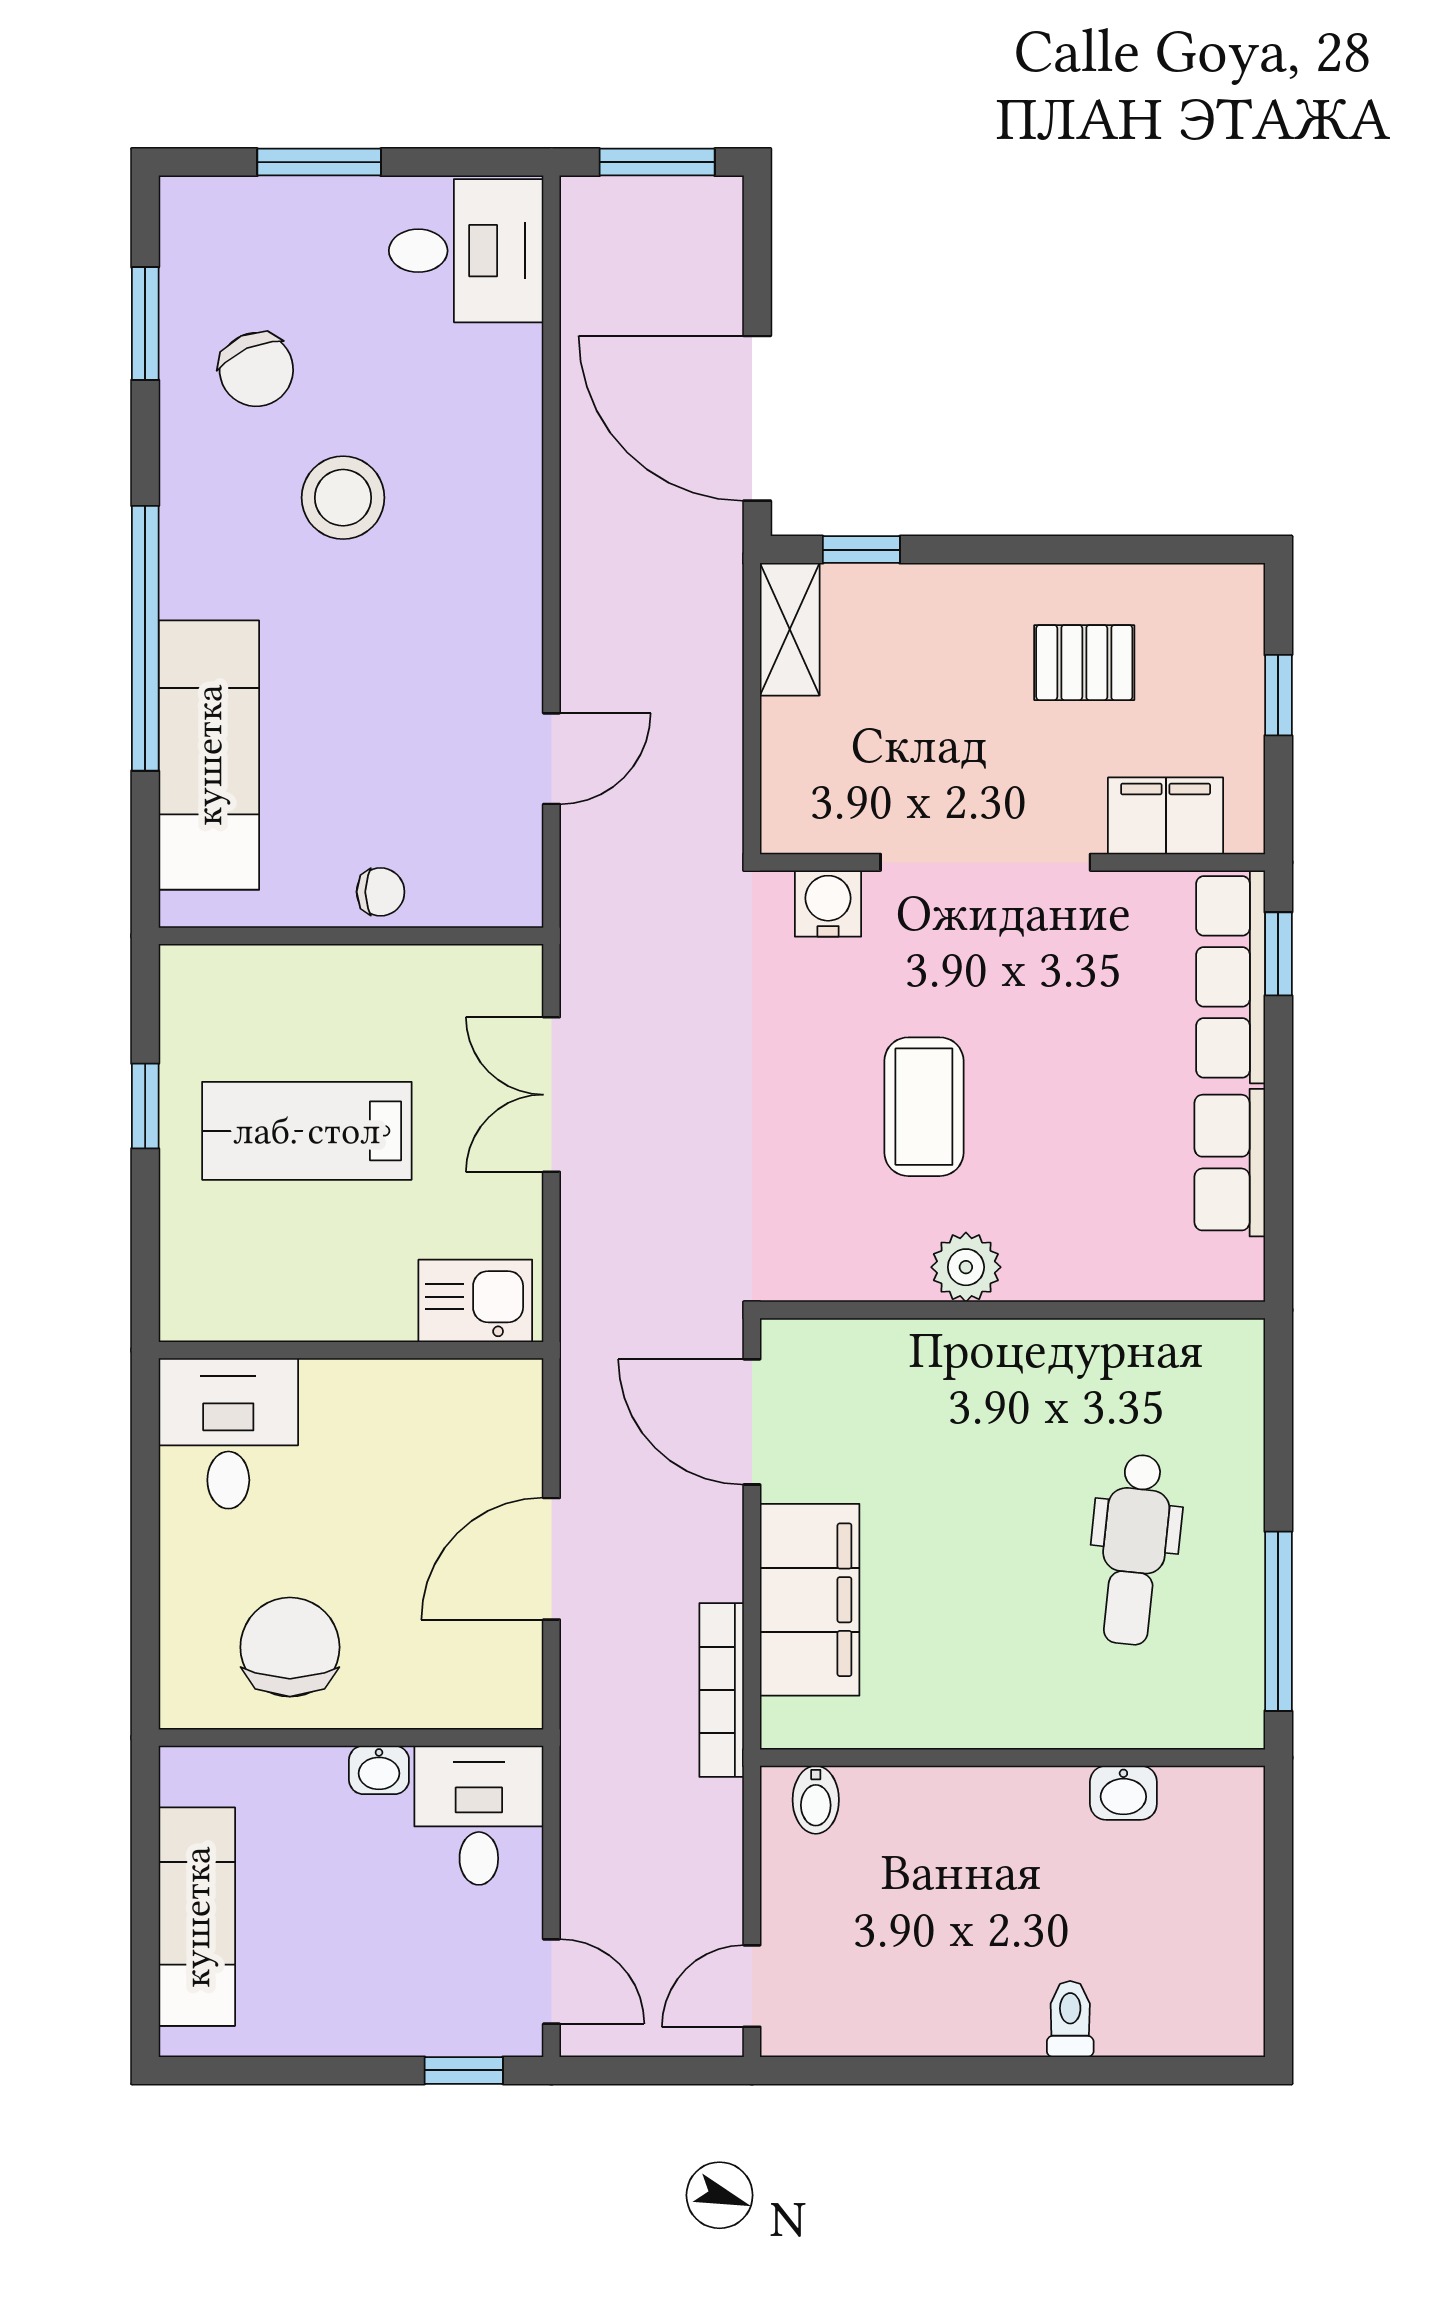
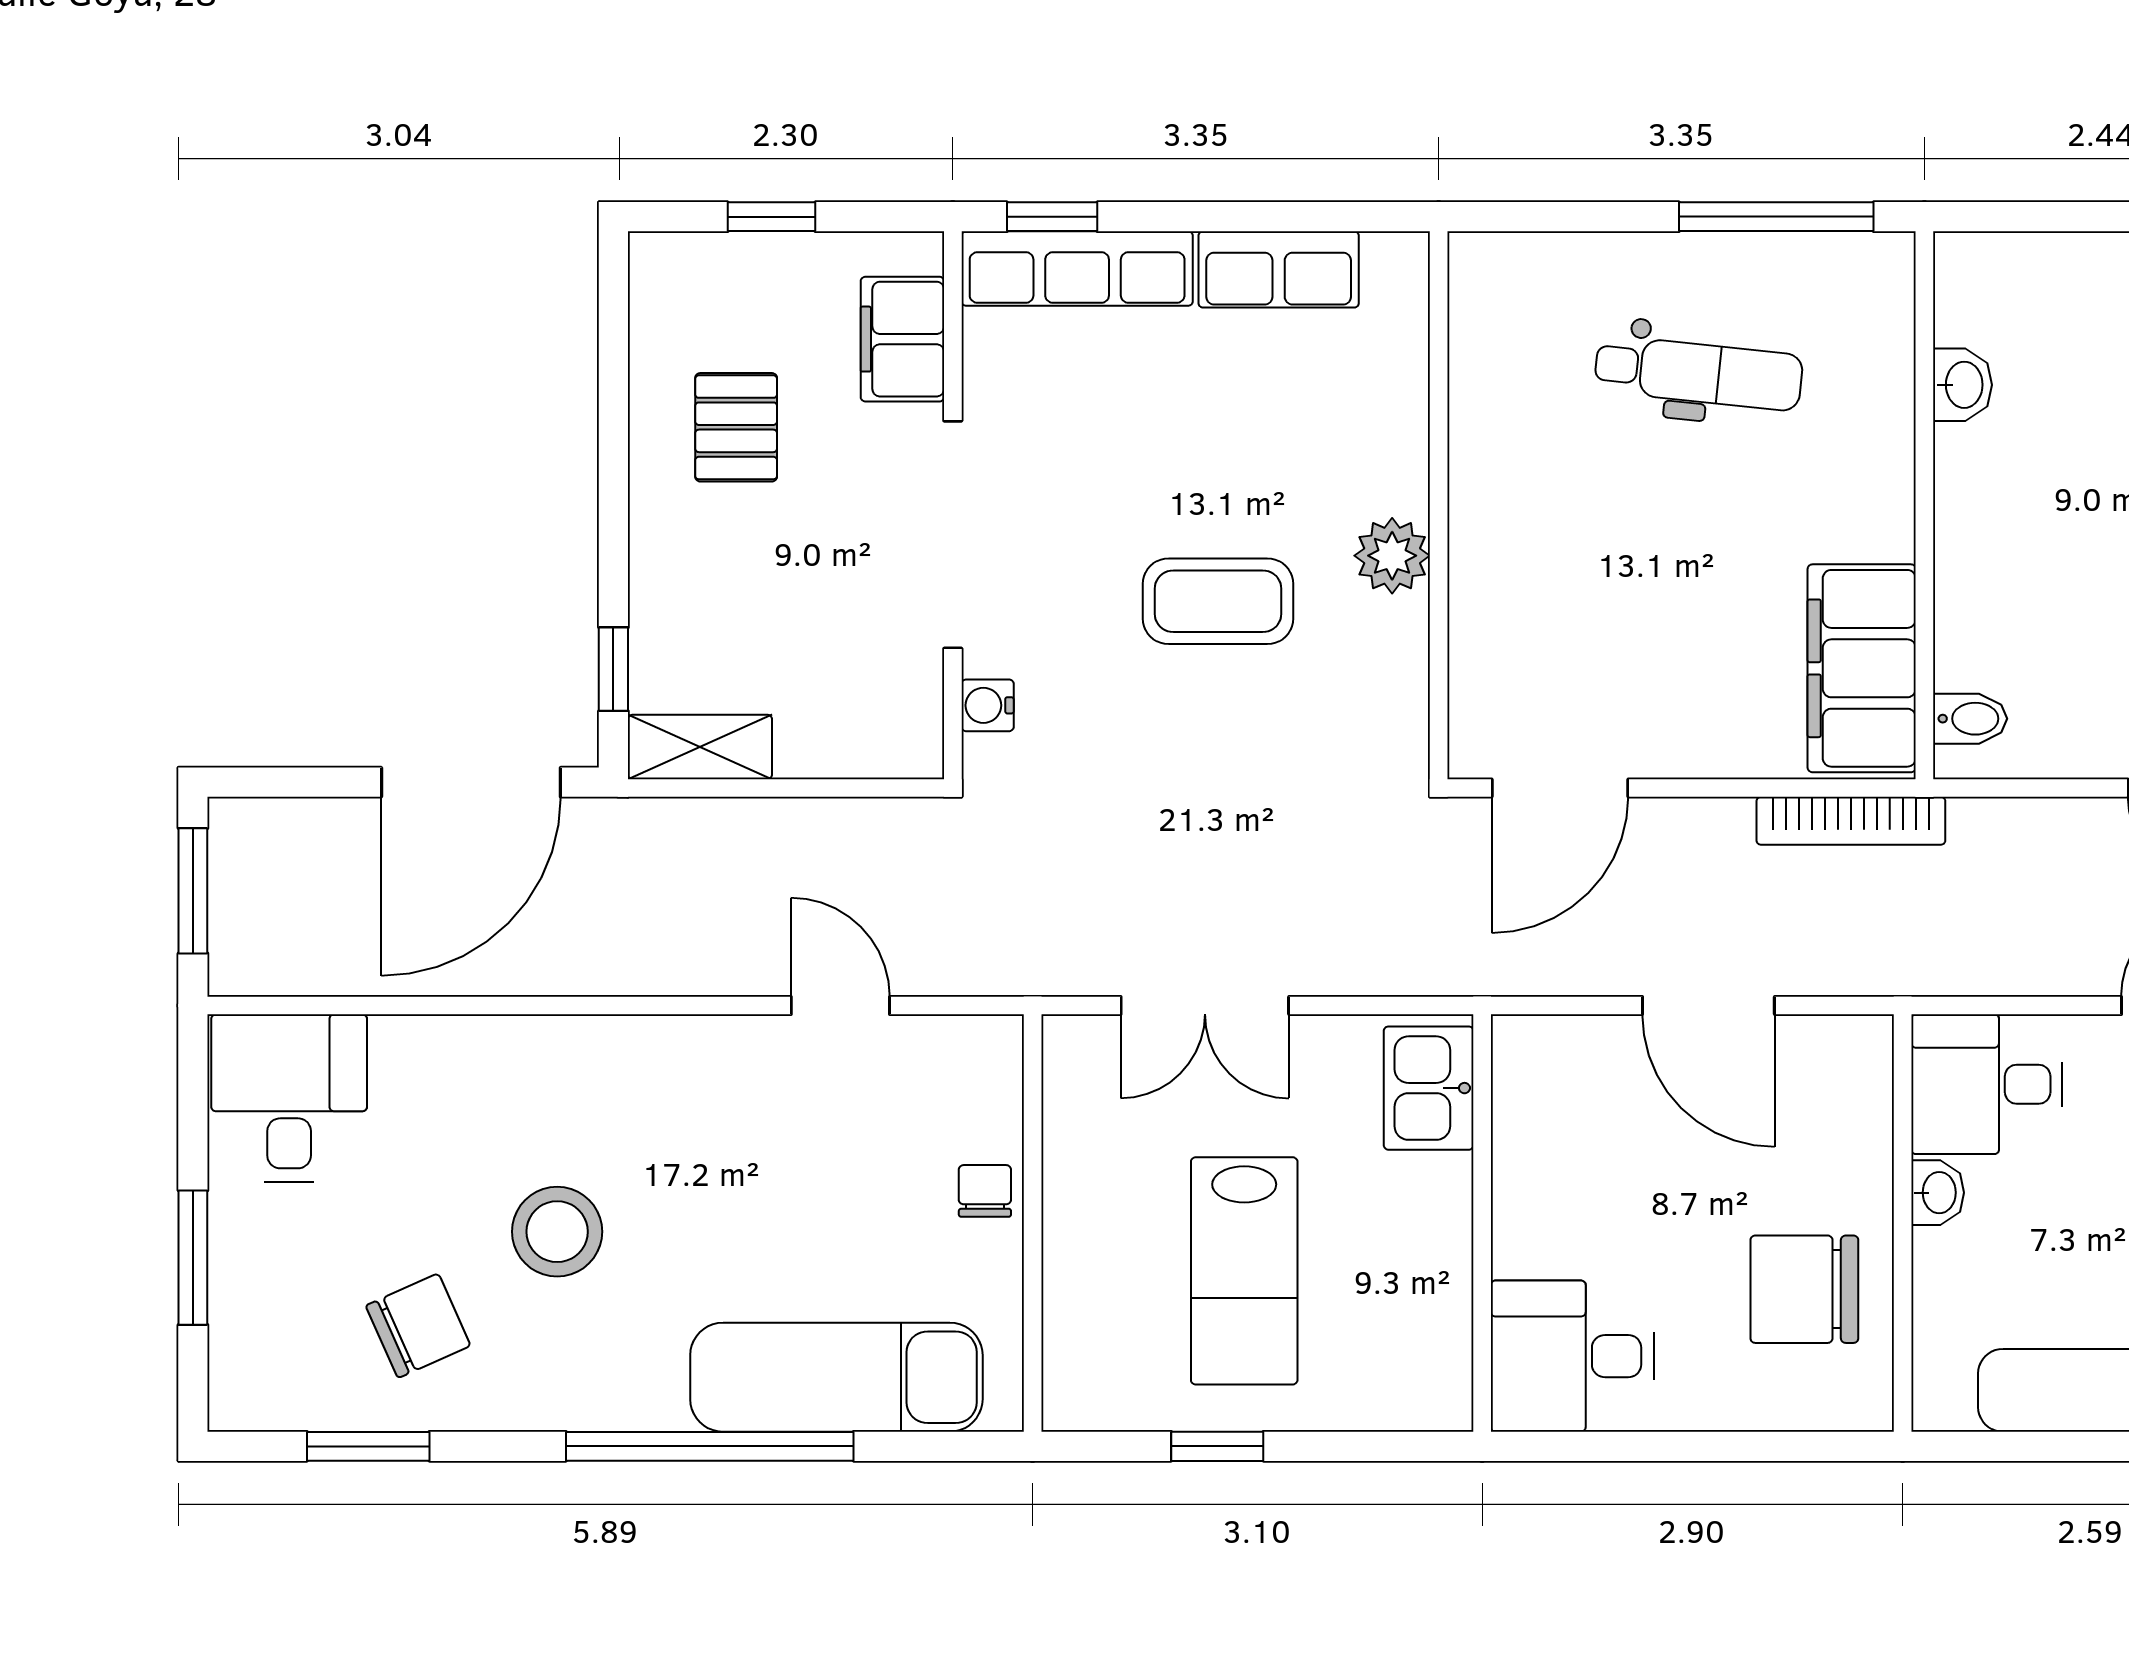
water cooler: (828, 904) -> (988, 705), width x0.72, depth x0.72
filing cabinet: (810, 1600) -> (1862, 668), moved, turned -90

